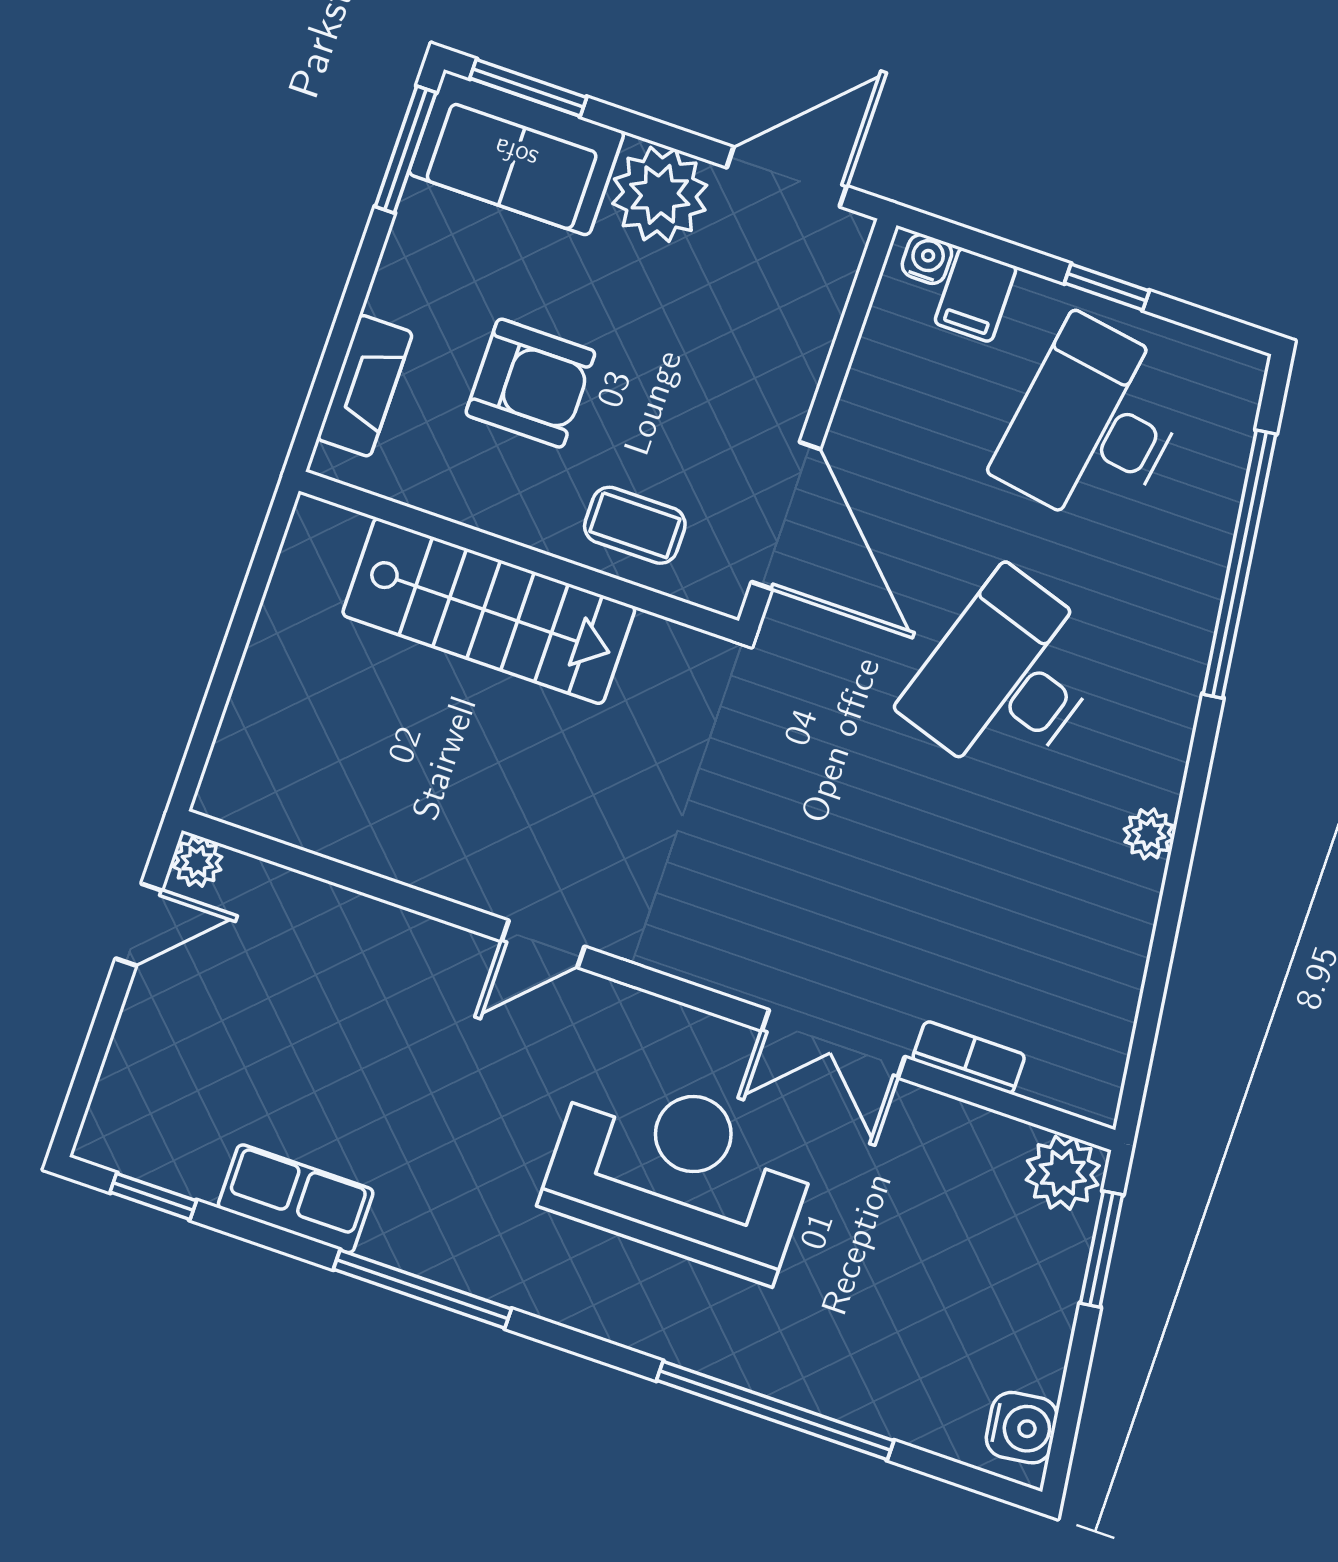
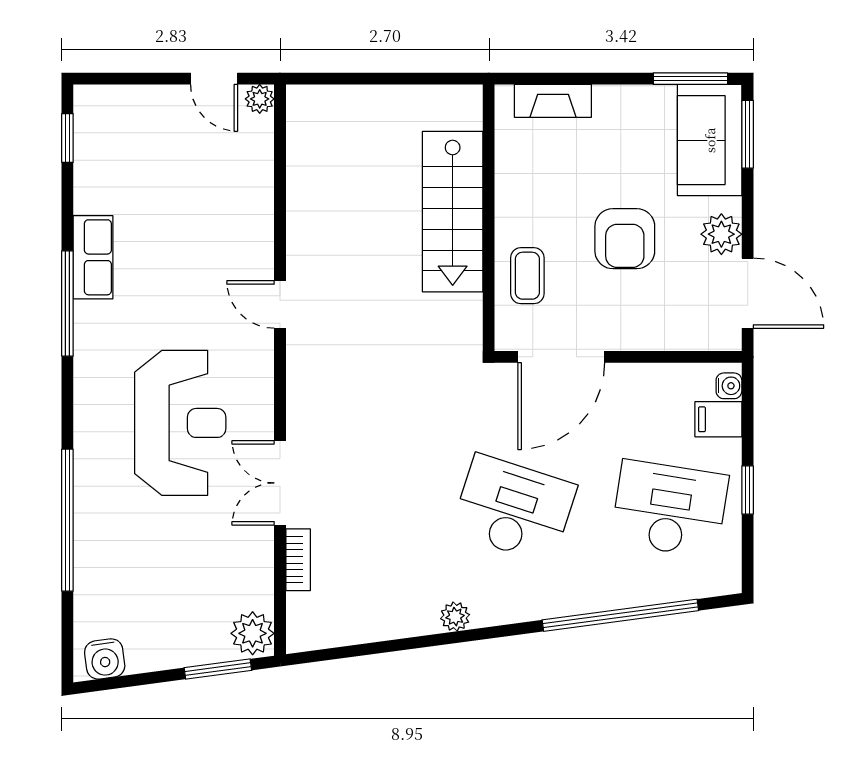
plant: (660, 194) -> (721, 234), width x0.73, depth x0.73
armchair: (530, 383) -> (625, 239), moved
row of seats: (296, 1199) -> (93, 257), moved

